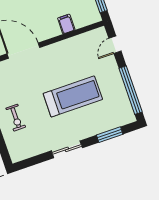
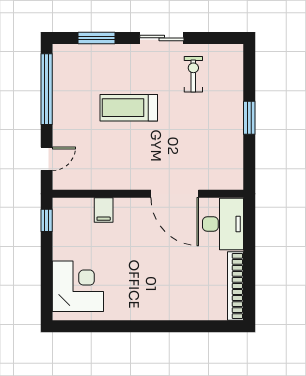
treadmill: (73, 96) -> (129, 108), width x0.73, depth x0.73
exercise bike: (16, 118) -> (193, 74), moved

